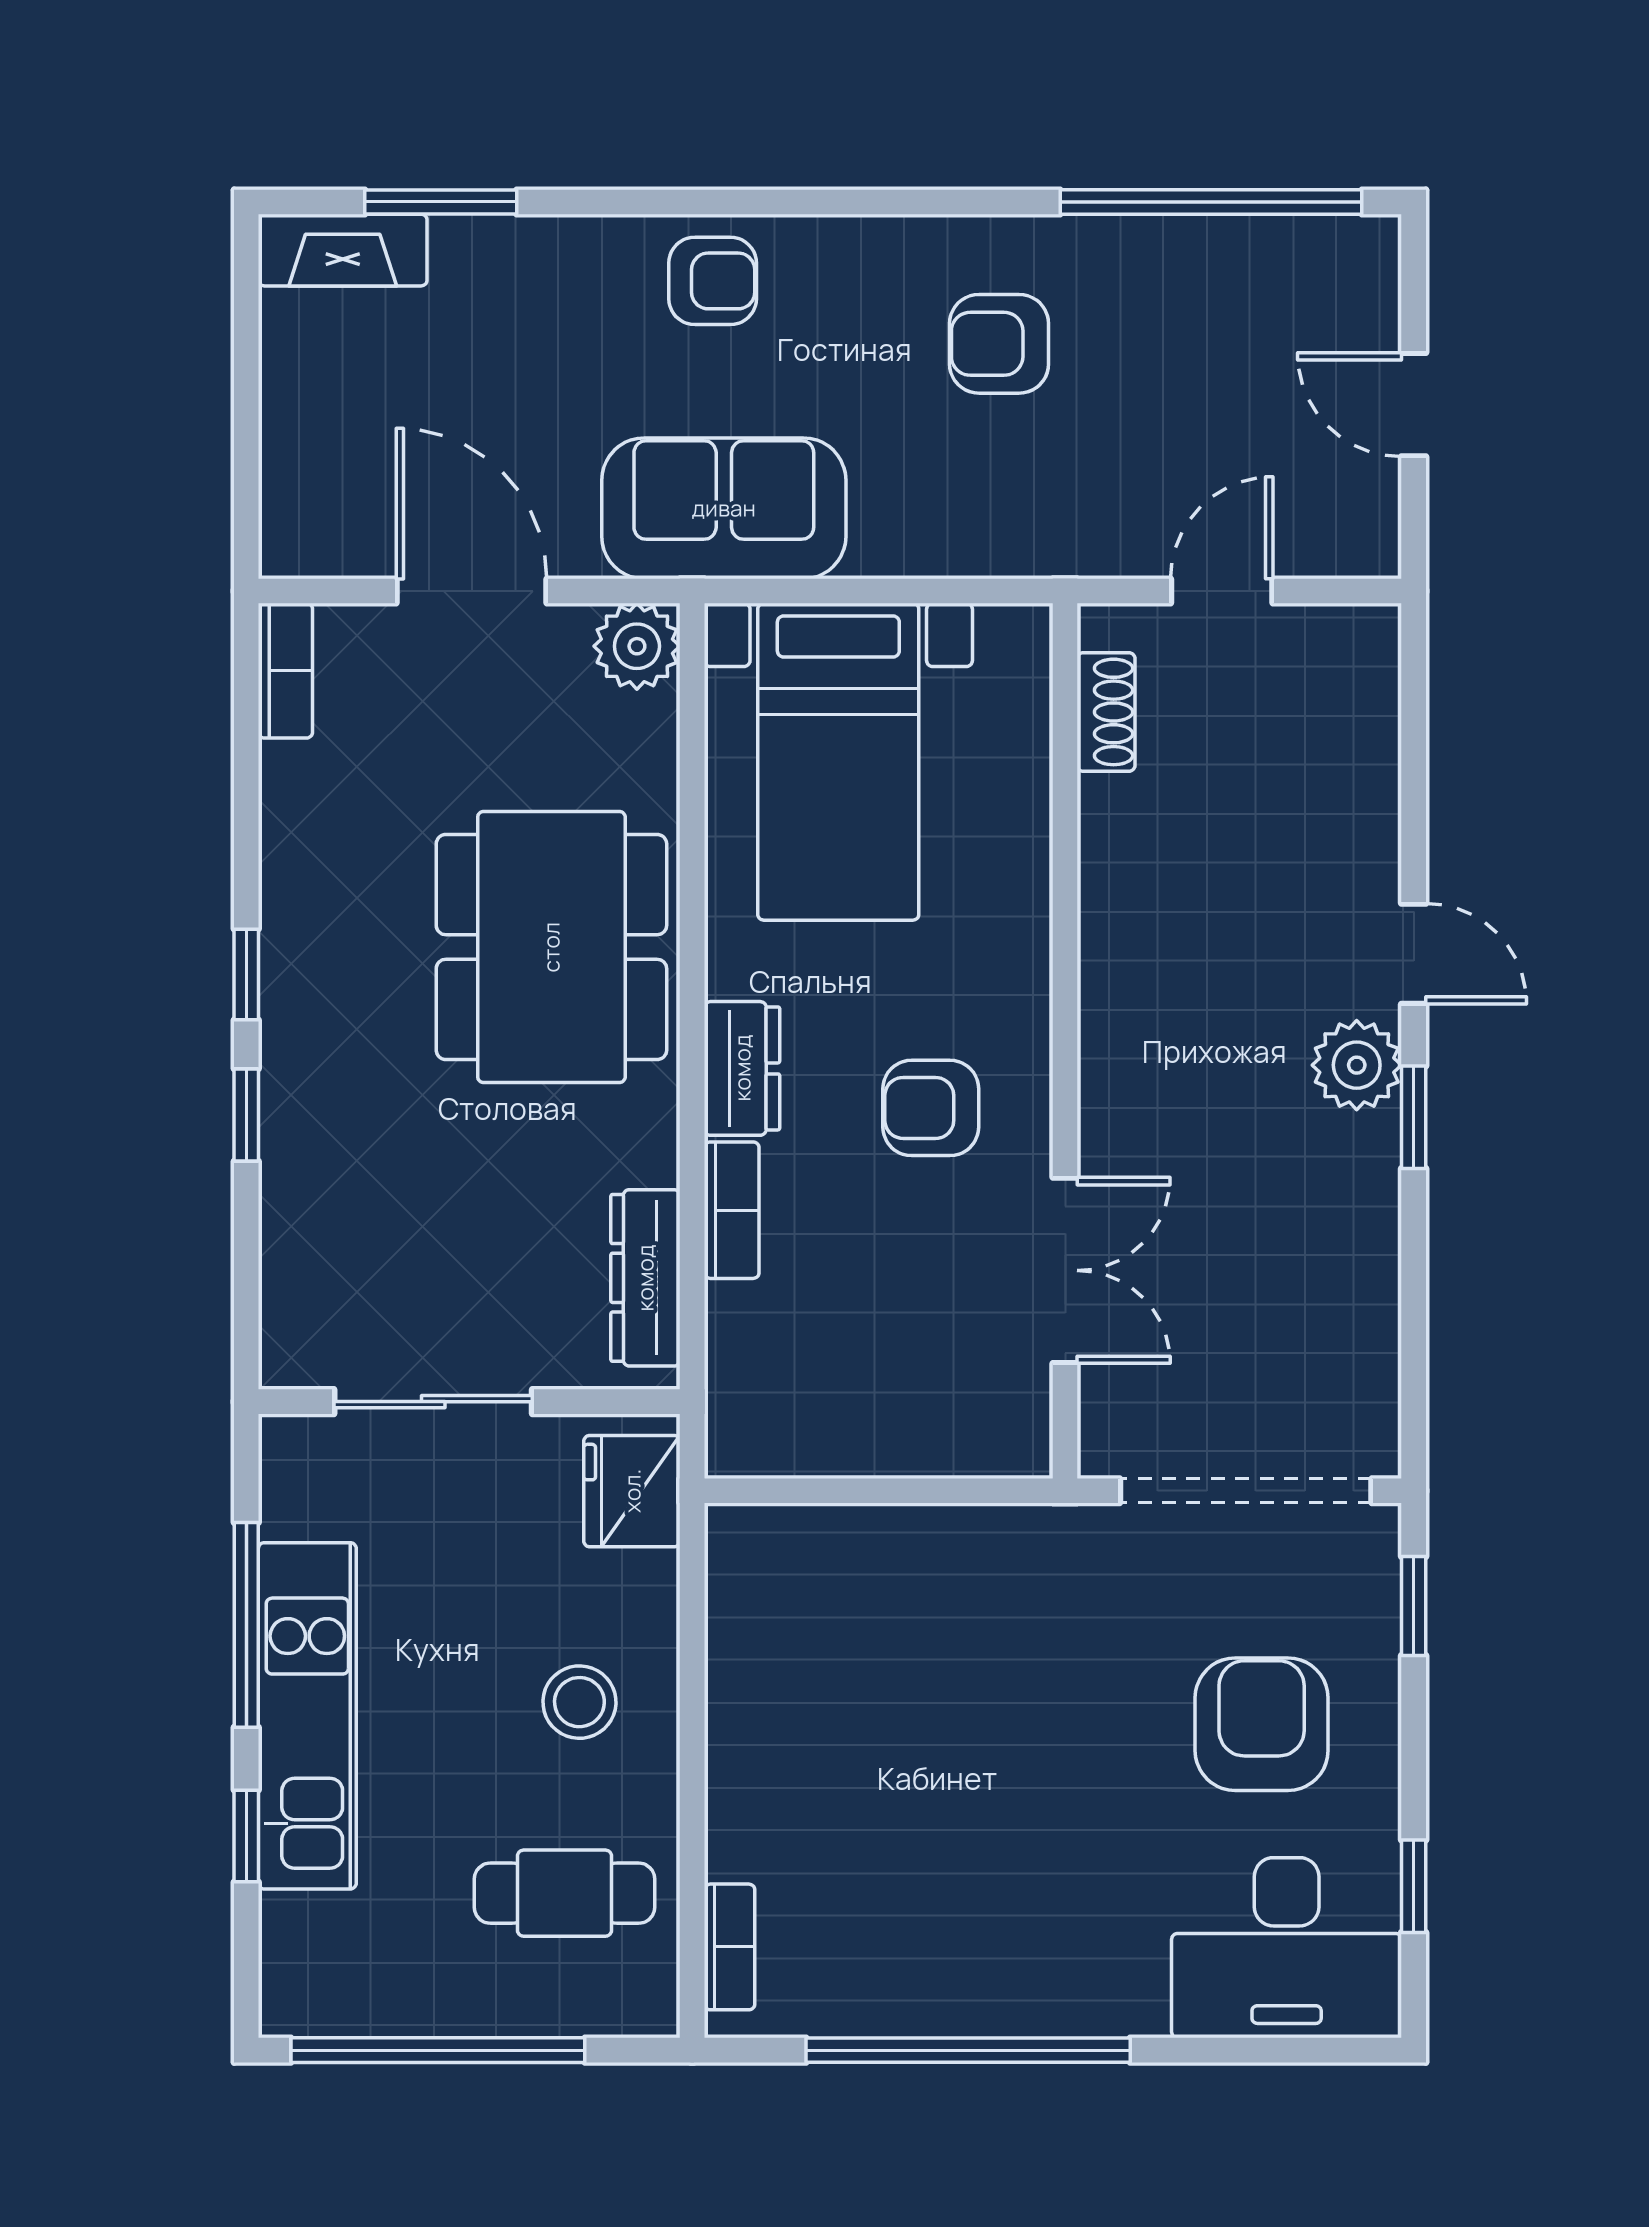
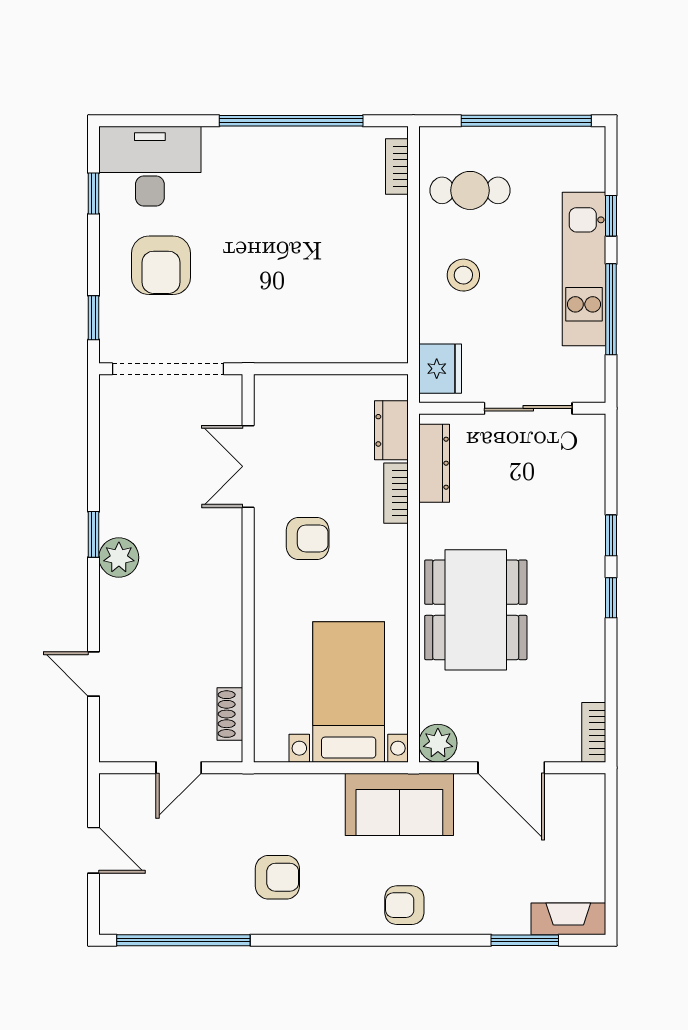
door: (1414, 954) -> (94, 674), moved
dresser: (742, 1068) -> (391, 430), moved

